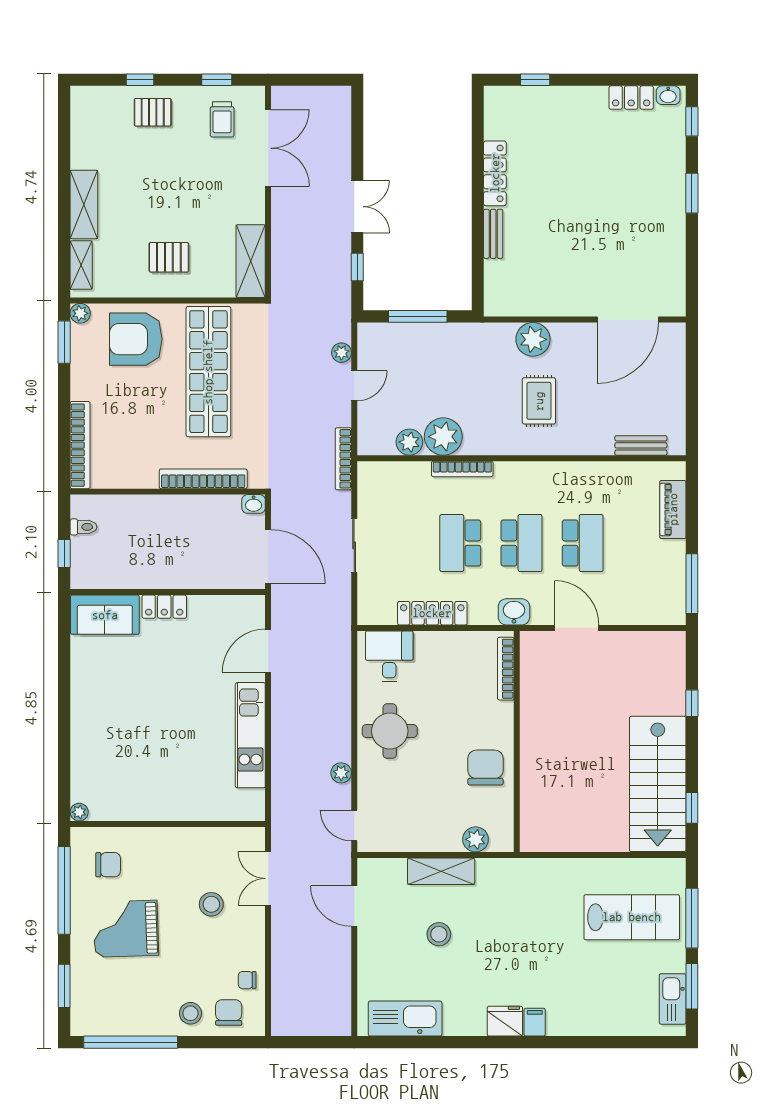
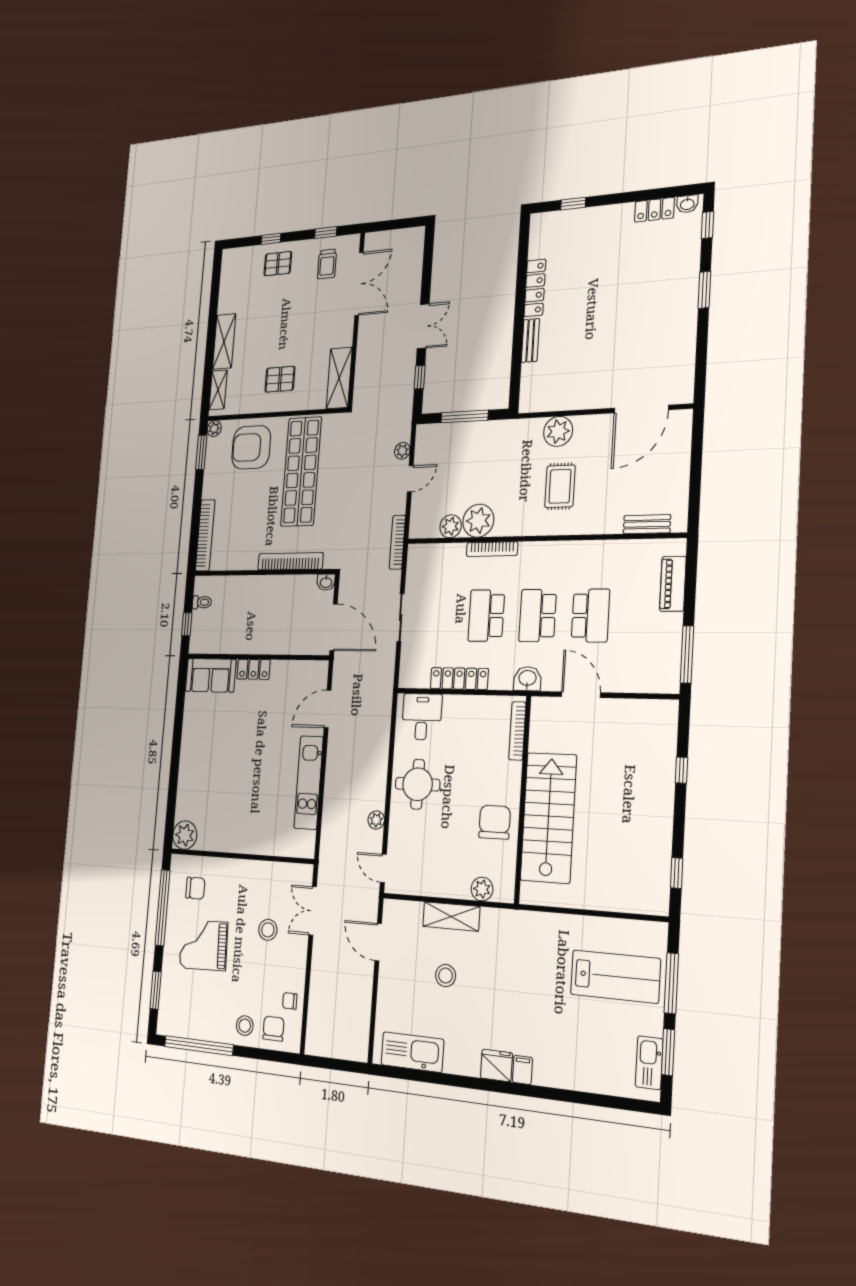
school desk: (521, 543) -> (538, 616), turned 180
stairs: (658, 784) -> (549, 818), moved, turned 180
plant: (79, 812) -> (185, 835), width x1.88, depth x1.88

